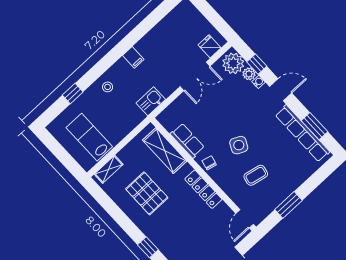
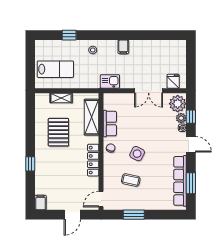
lab bench: (89, 137) -> (55, 69), turned 90
shelving: (109, 169) -> (61, 98), moved

